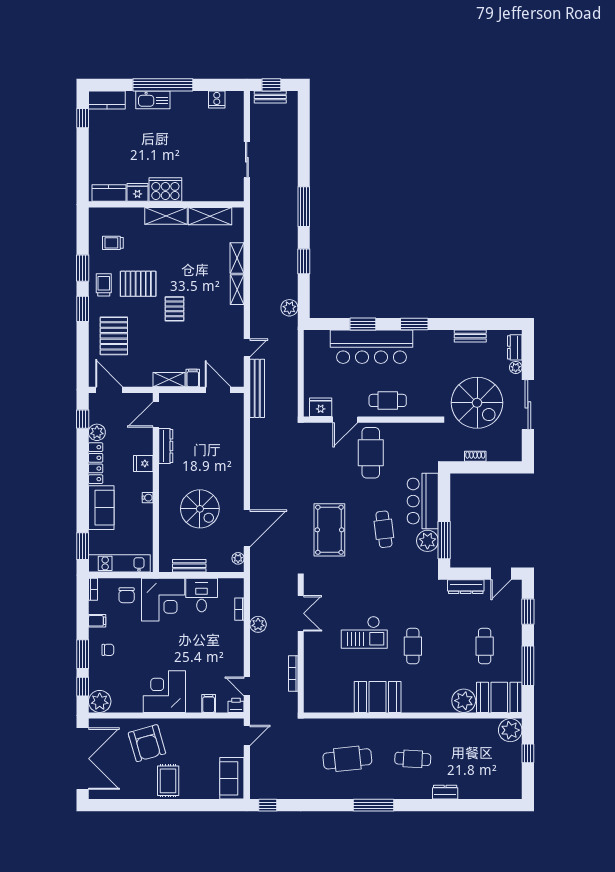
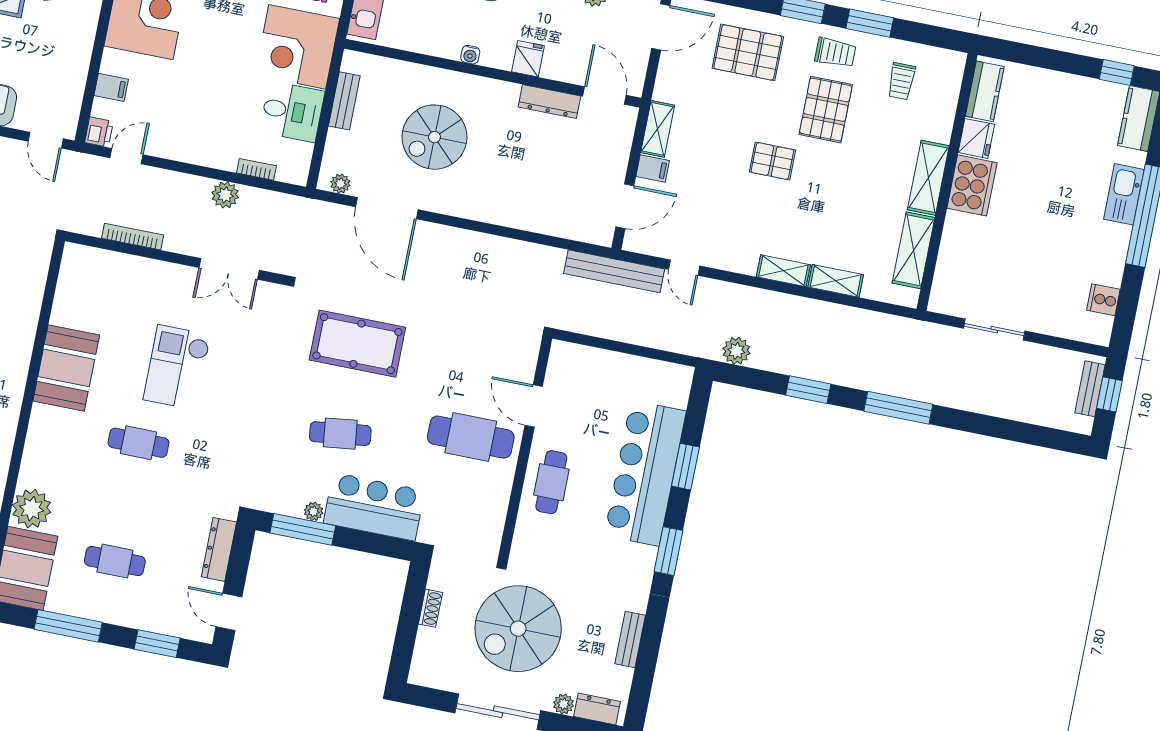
trolley: (113, 243) -> (901, 81), turned 180
fridge: (321, 407) -> (562, 369), removed
plant: (427, 541) -> (314, 511), width x0.53, depth x0.53

